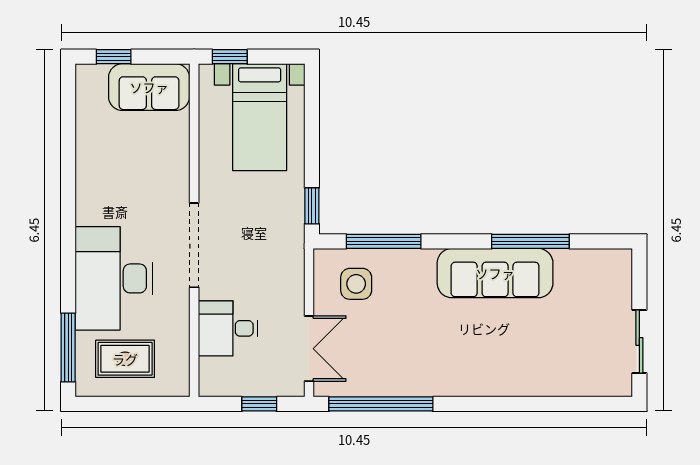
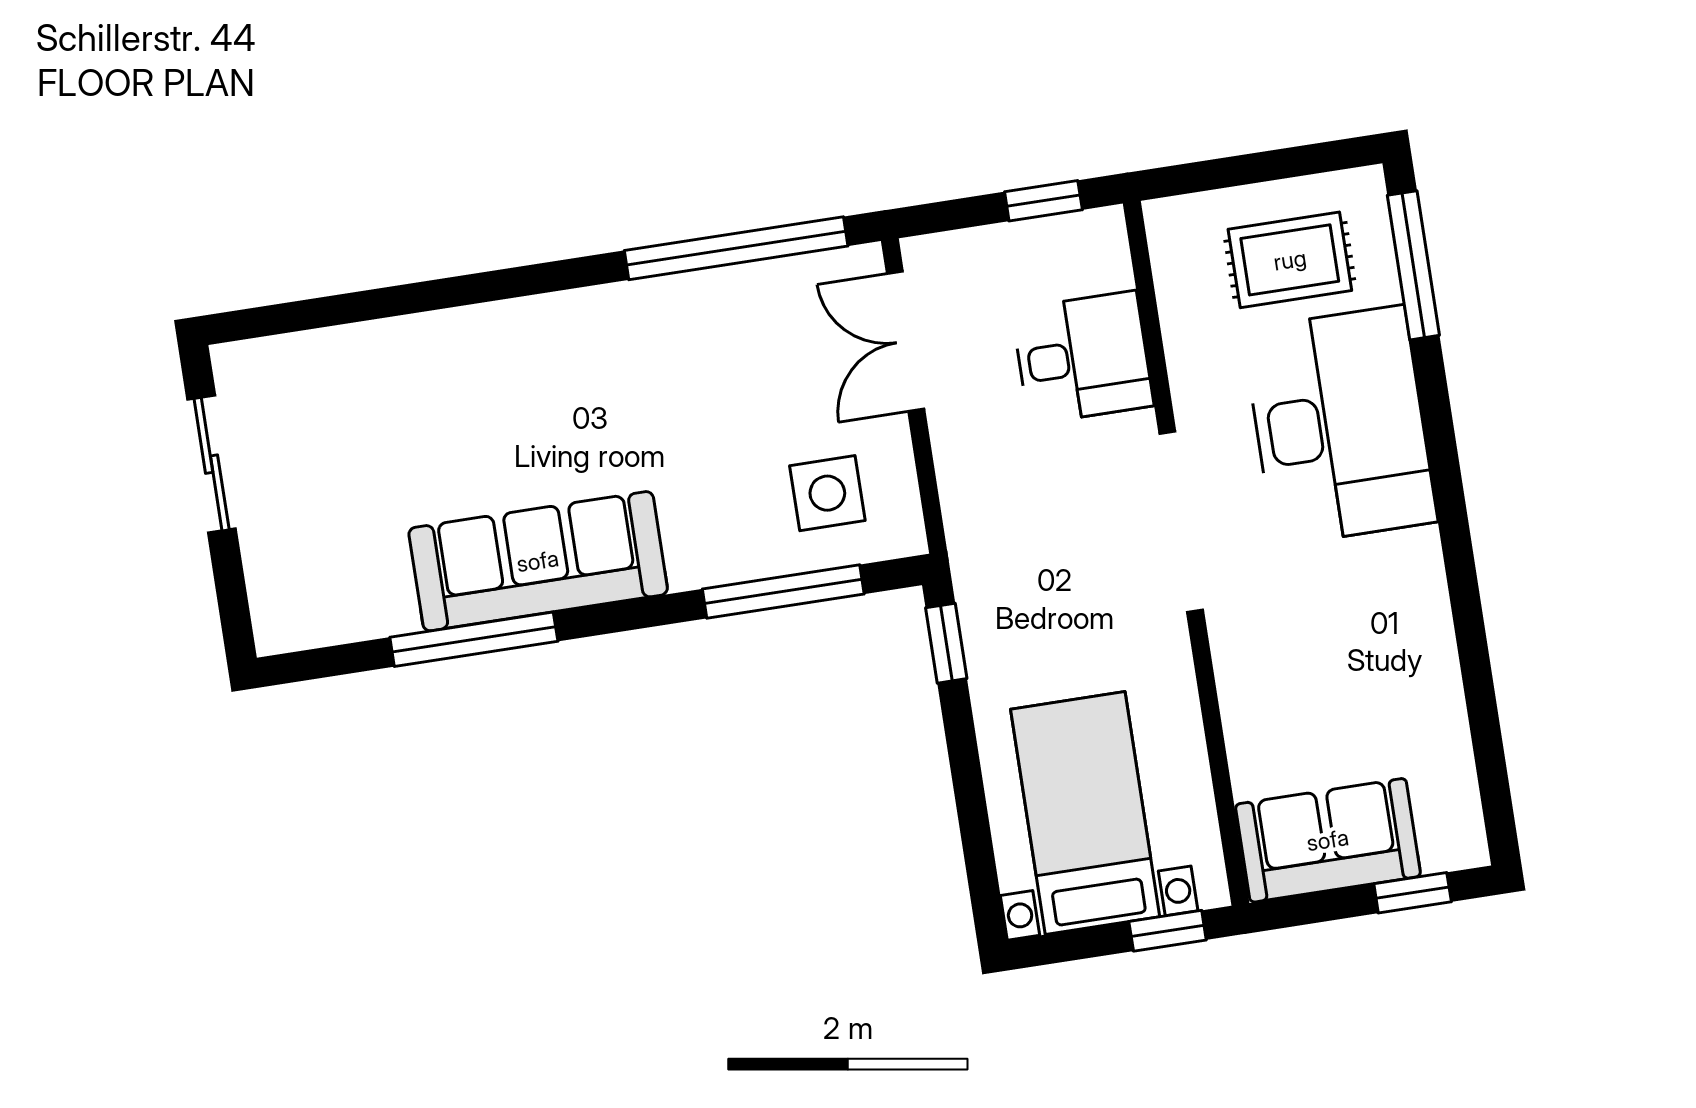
window: (259, 404) -> (1043, 201), moved

